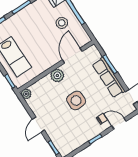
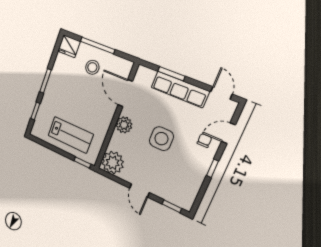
plant: (26, 94) -> (113, 163), width x1.87, depth x1.87

